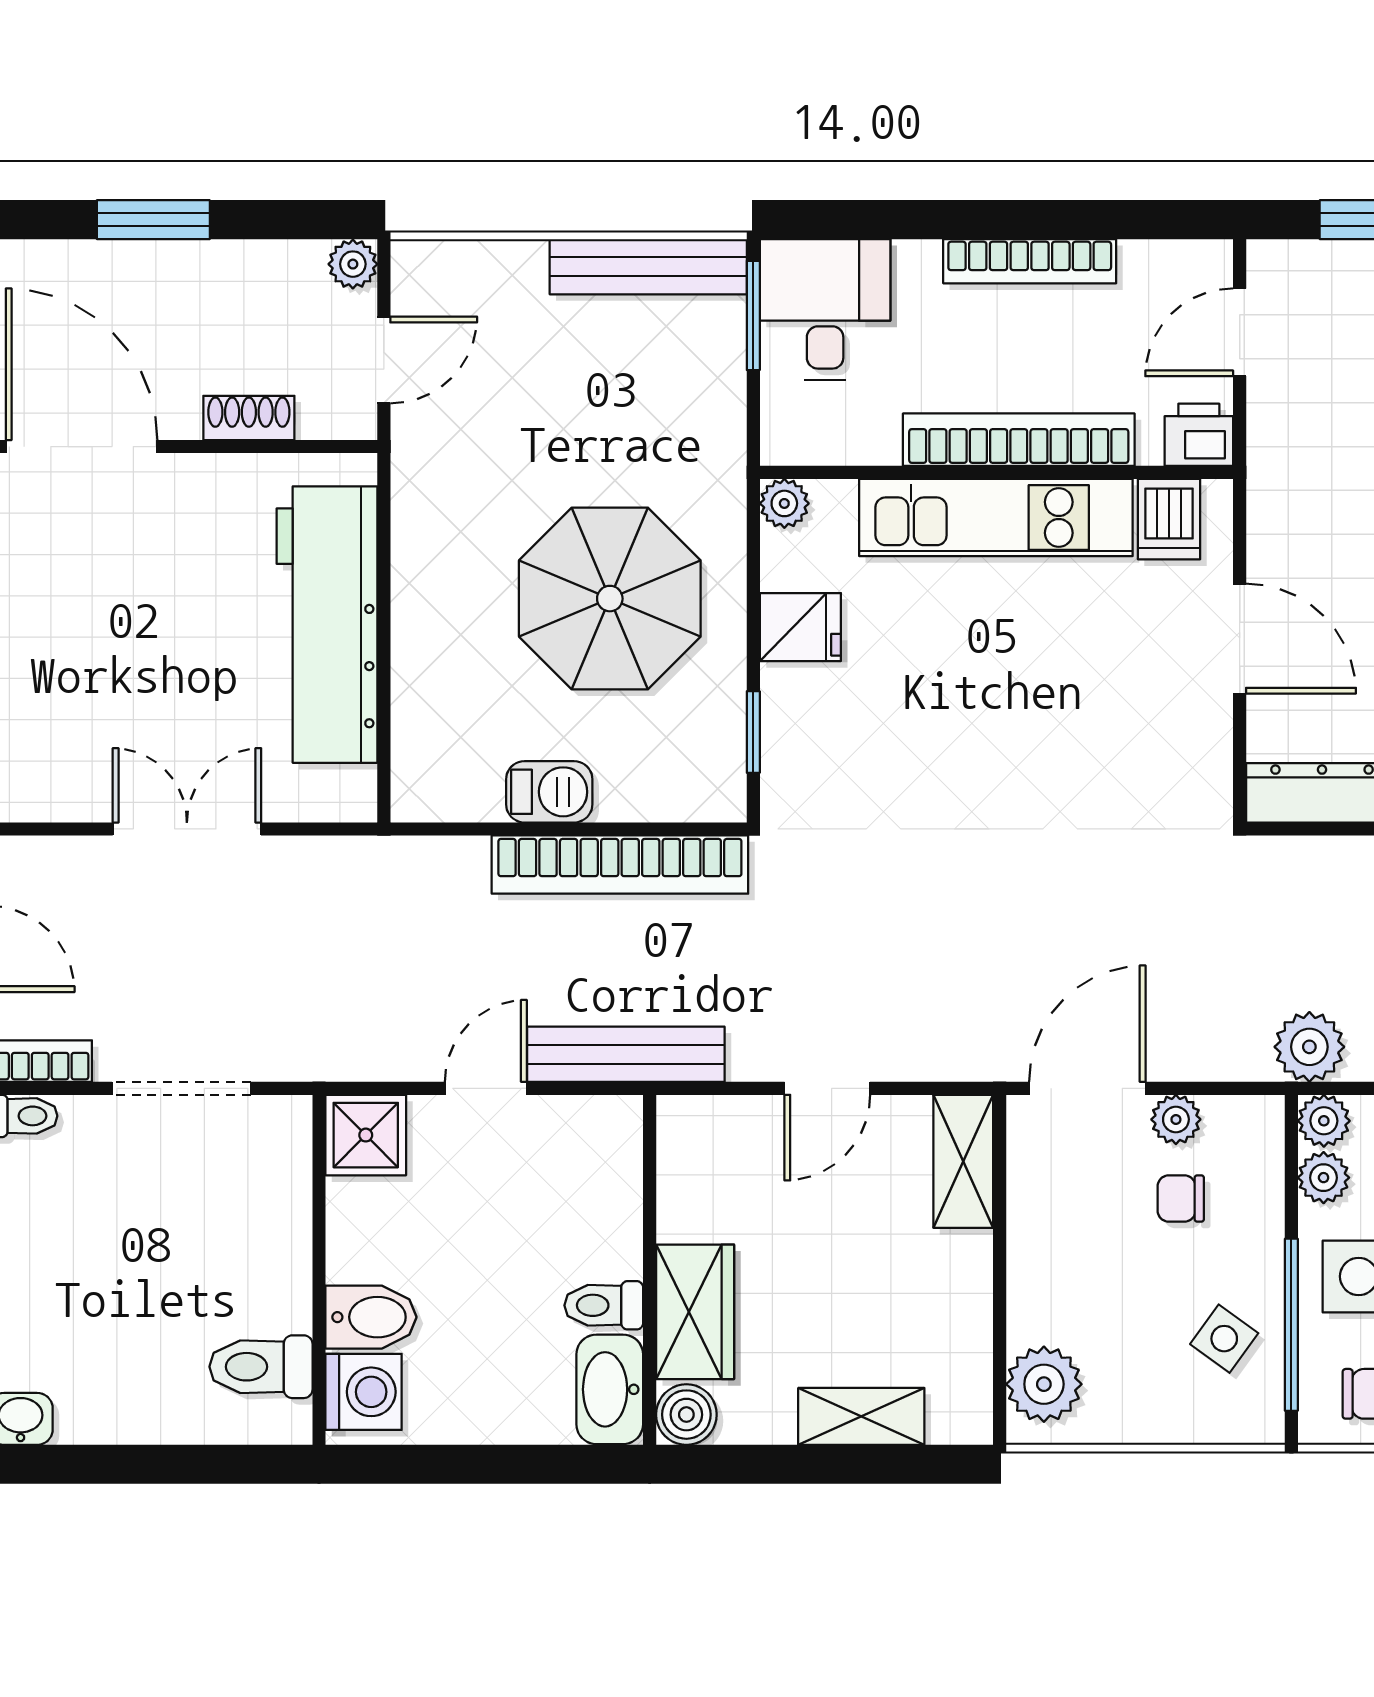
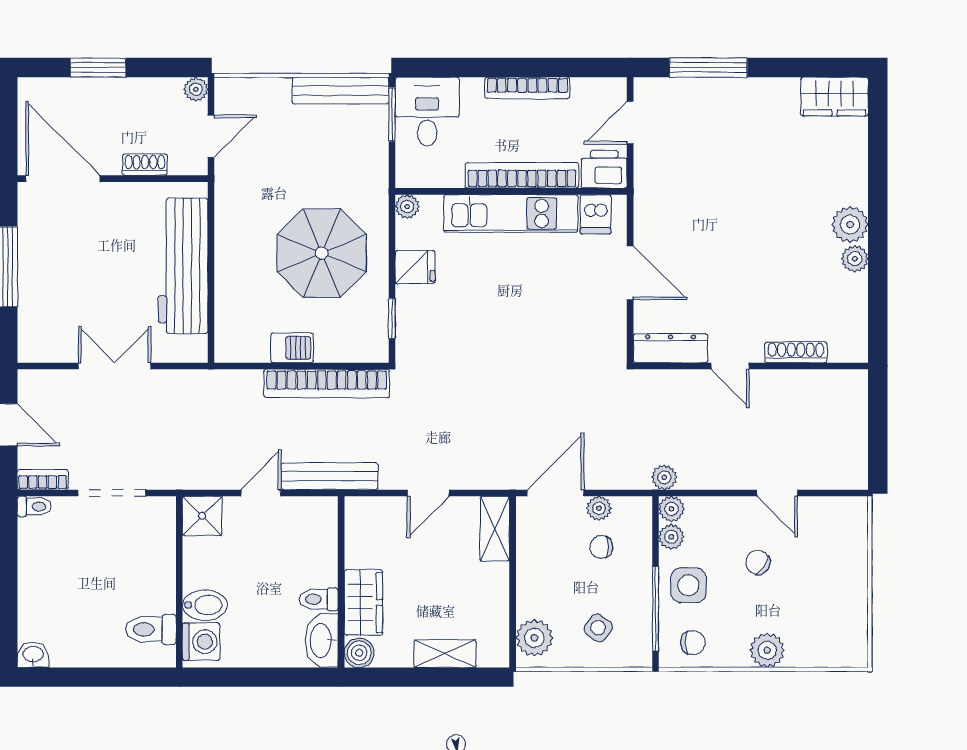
printer: (1199, 435) -> (604, 169), width x1.36, depth x1.24
plant: (1309, 1047) -> (664, 477), width x0.73, depth x0.73
side table: (1224, 1339) -> (598, 628), moved

